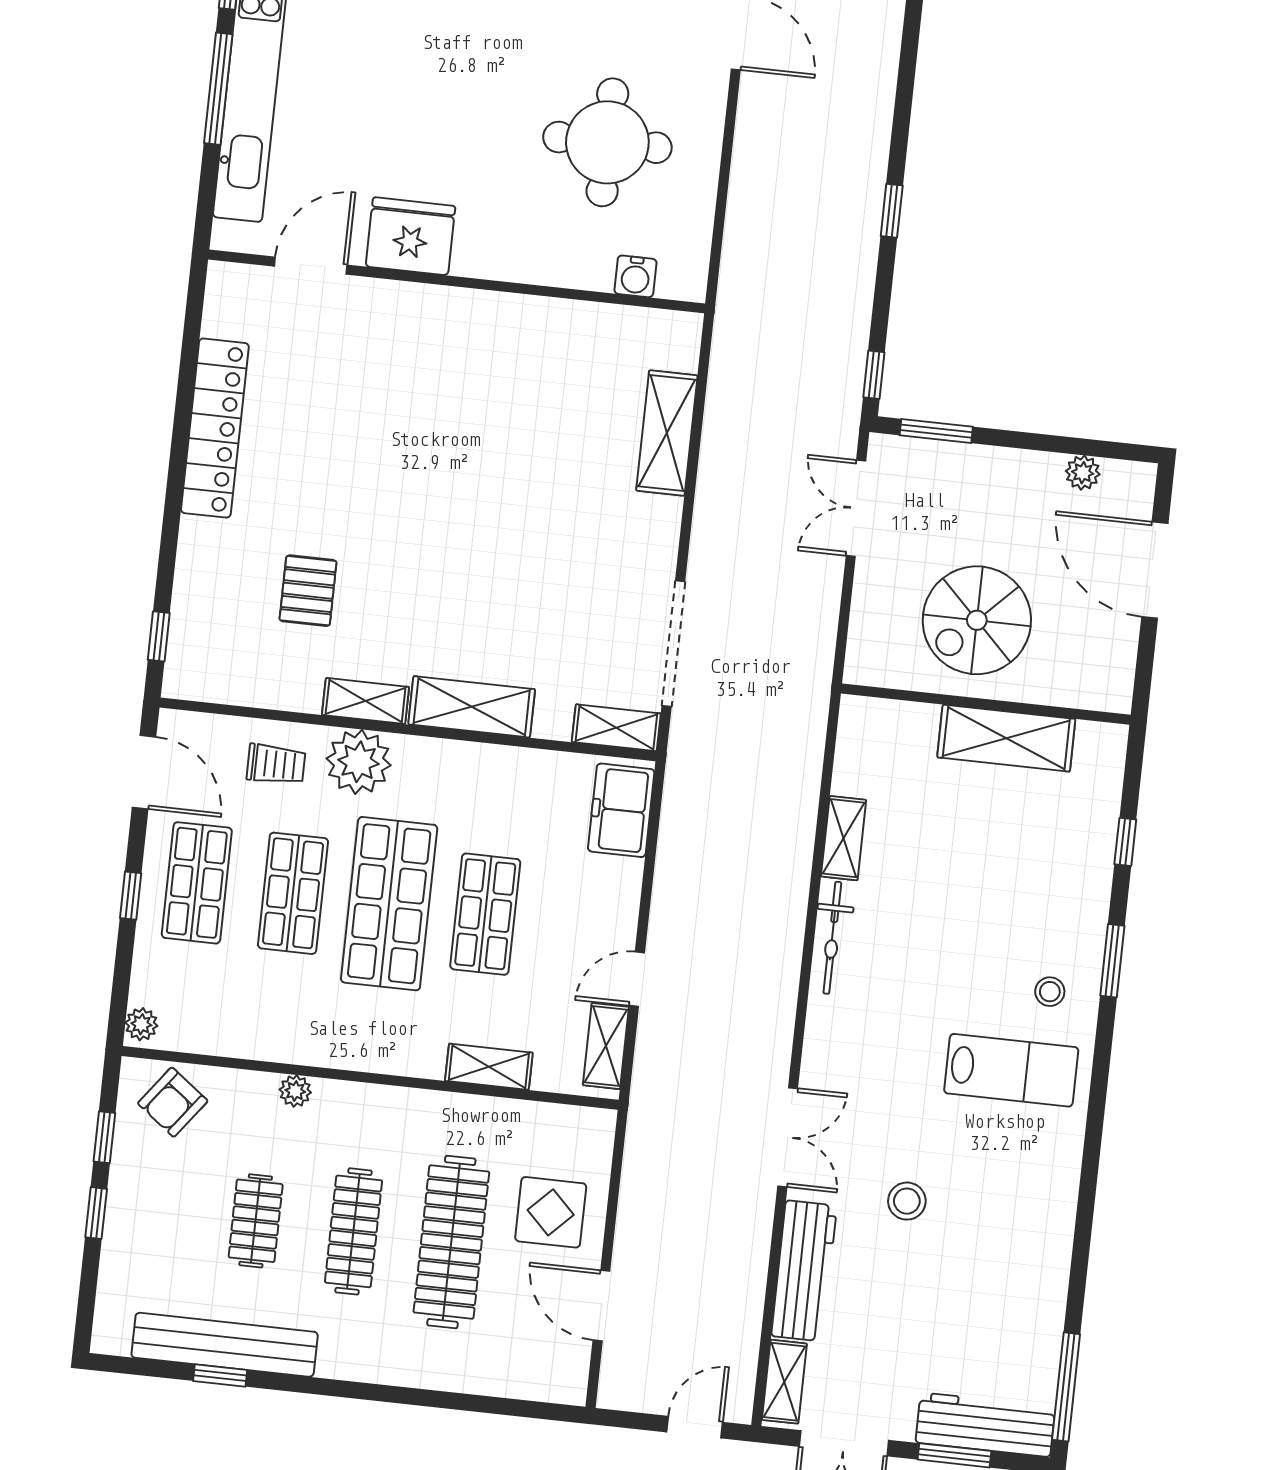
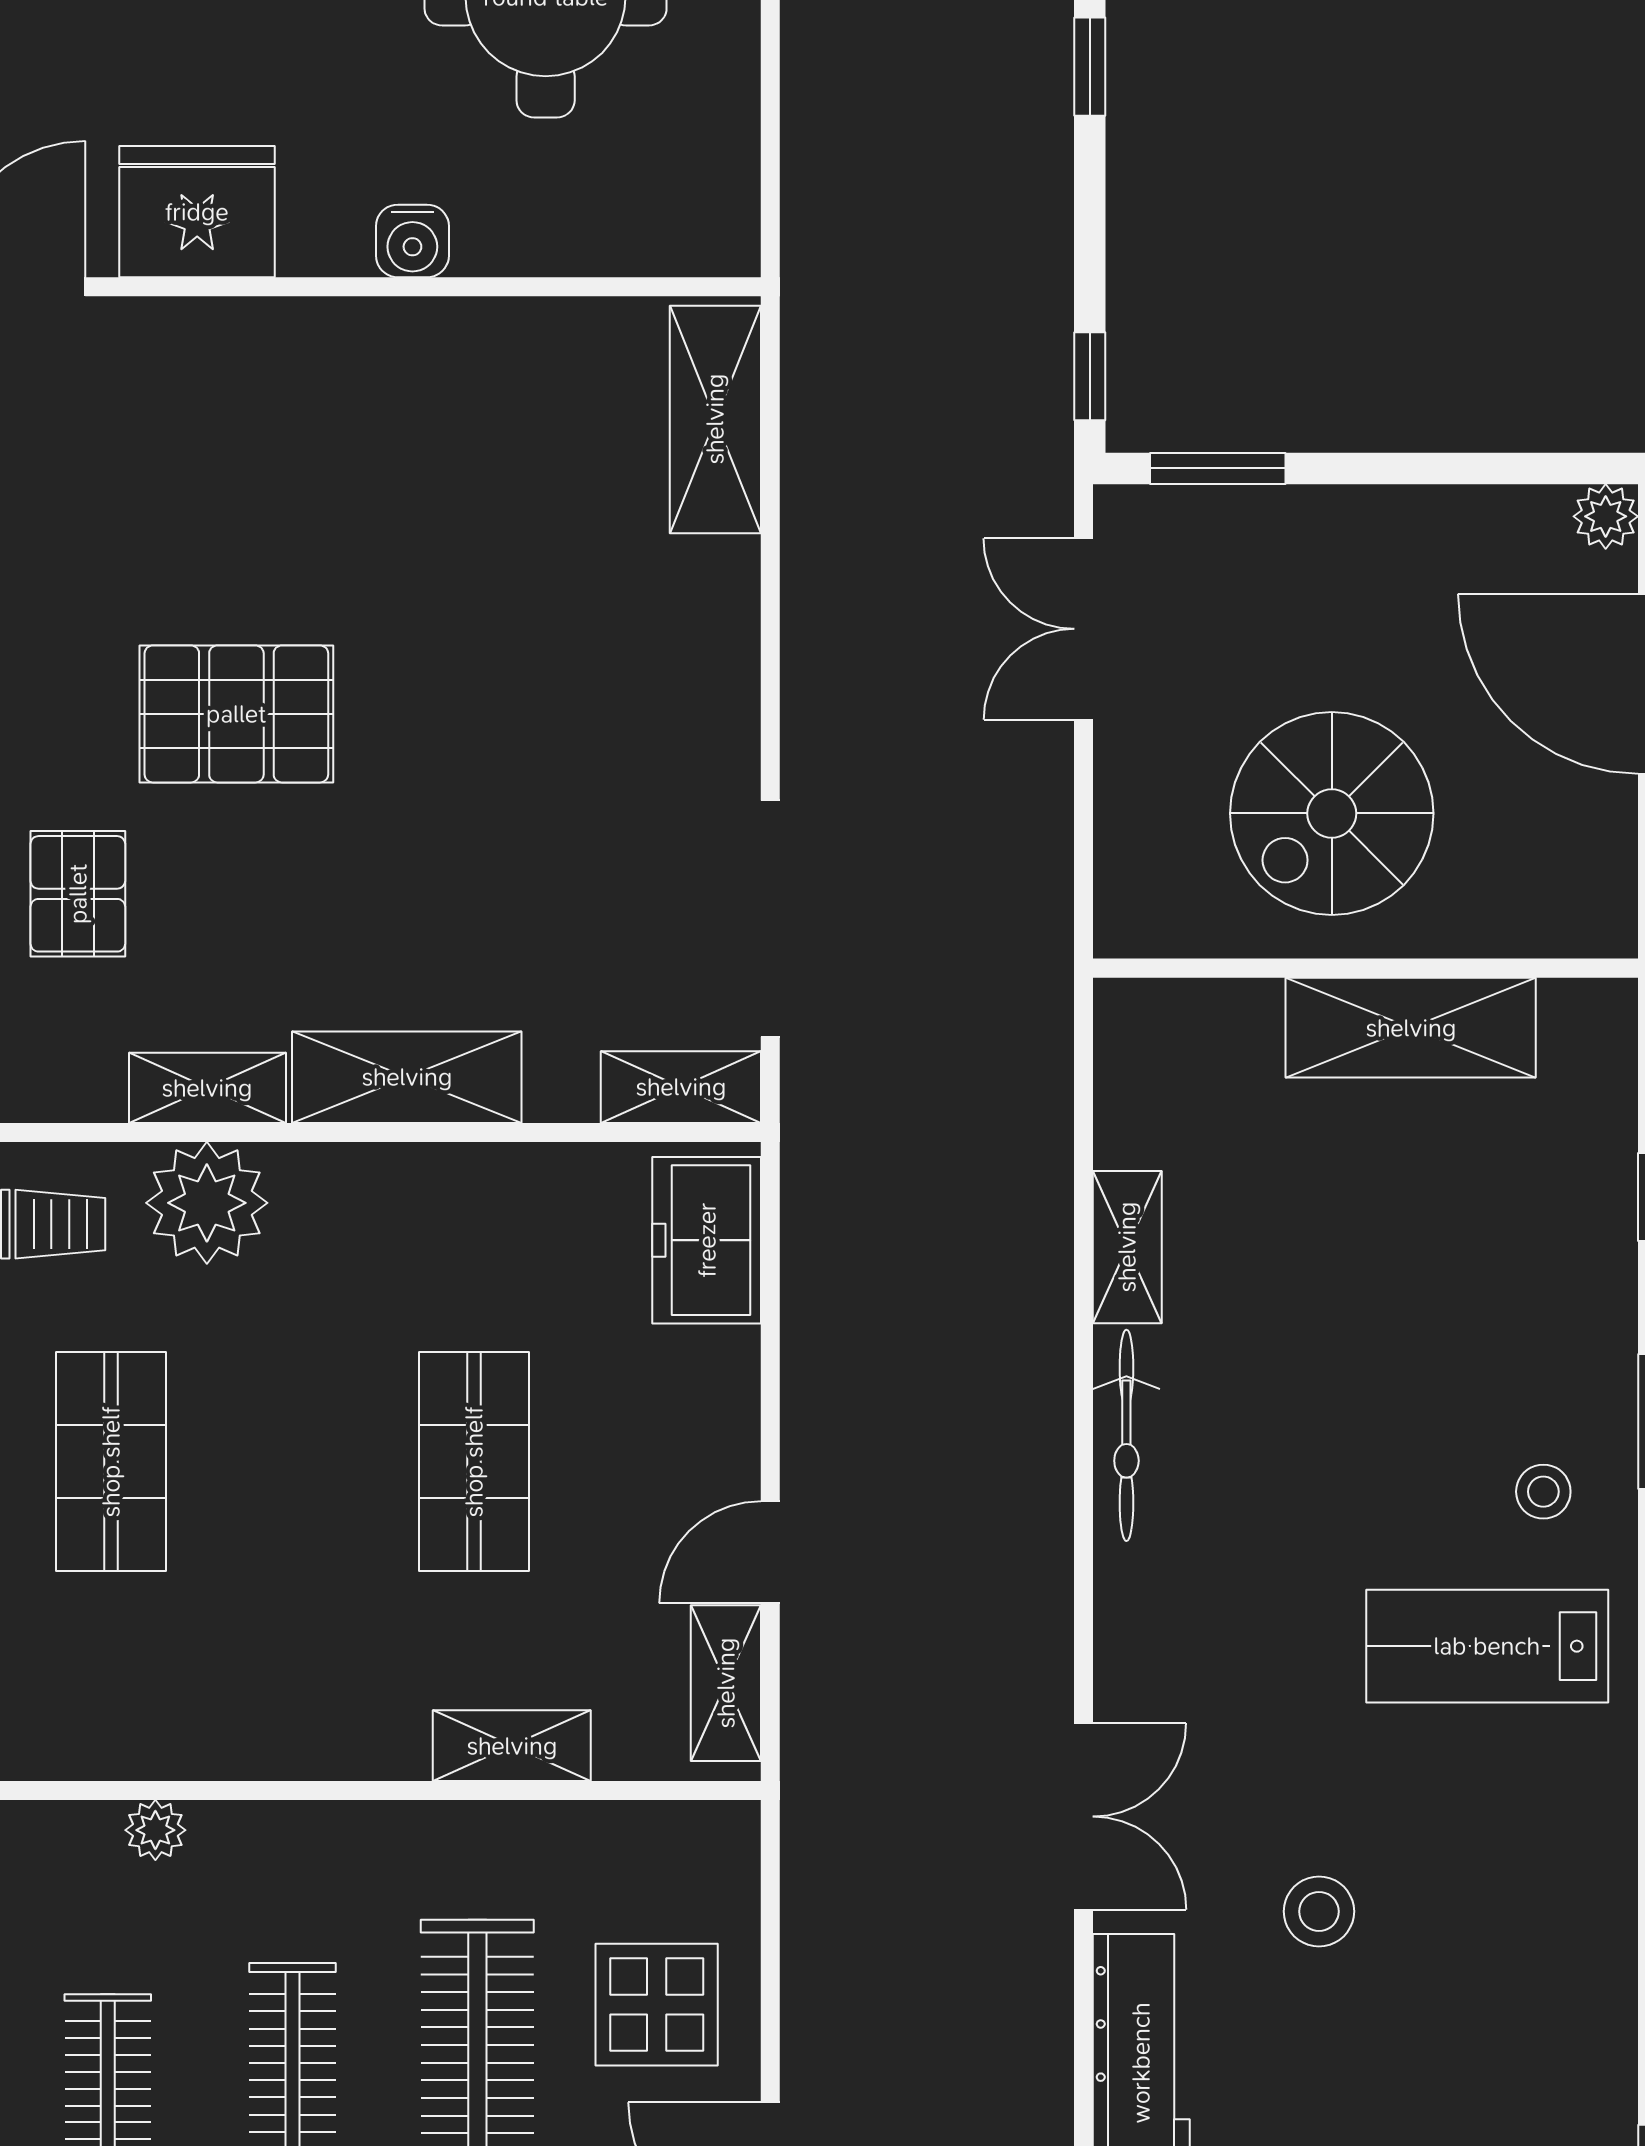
water cooler: (635, 276) -> (412, 241), moved
shelving: (667, 433) -> (715, 419), moved
plant: (1083, 473) -> (1606, 516), moved
pallet: (402, 505) -> (236, 714), added
shop shelf: (389, 904) -> (293, 1462), removed
lab bench: (1011, 1070) -> (1487, 1646), turned 180

